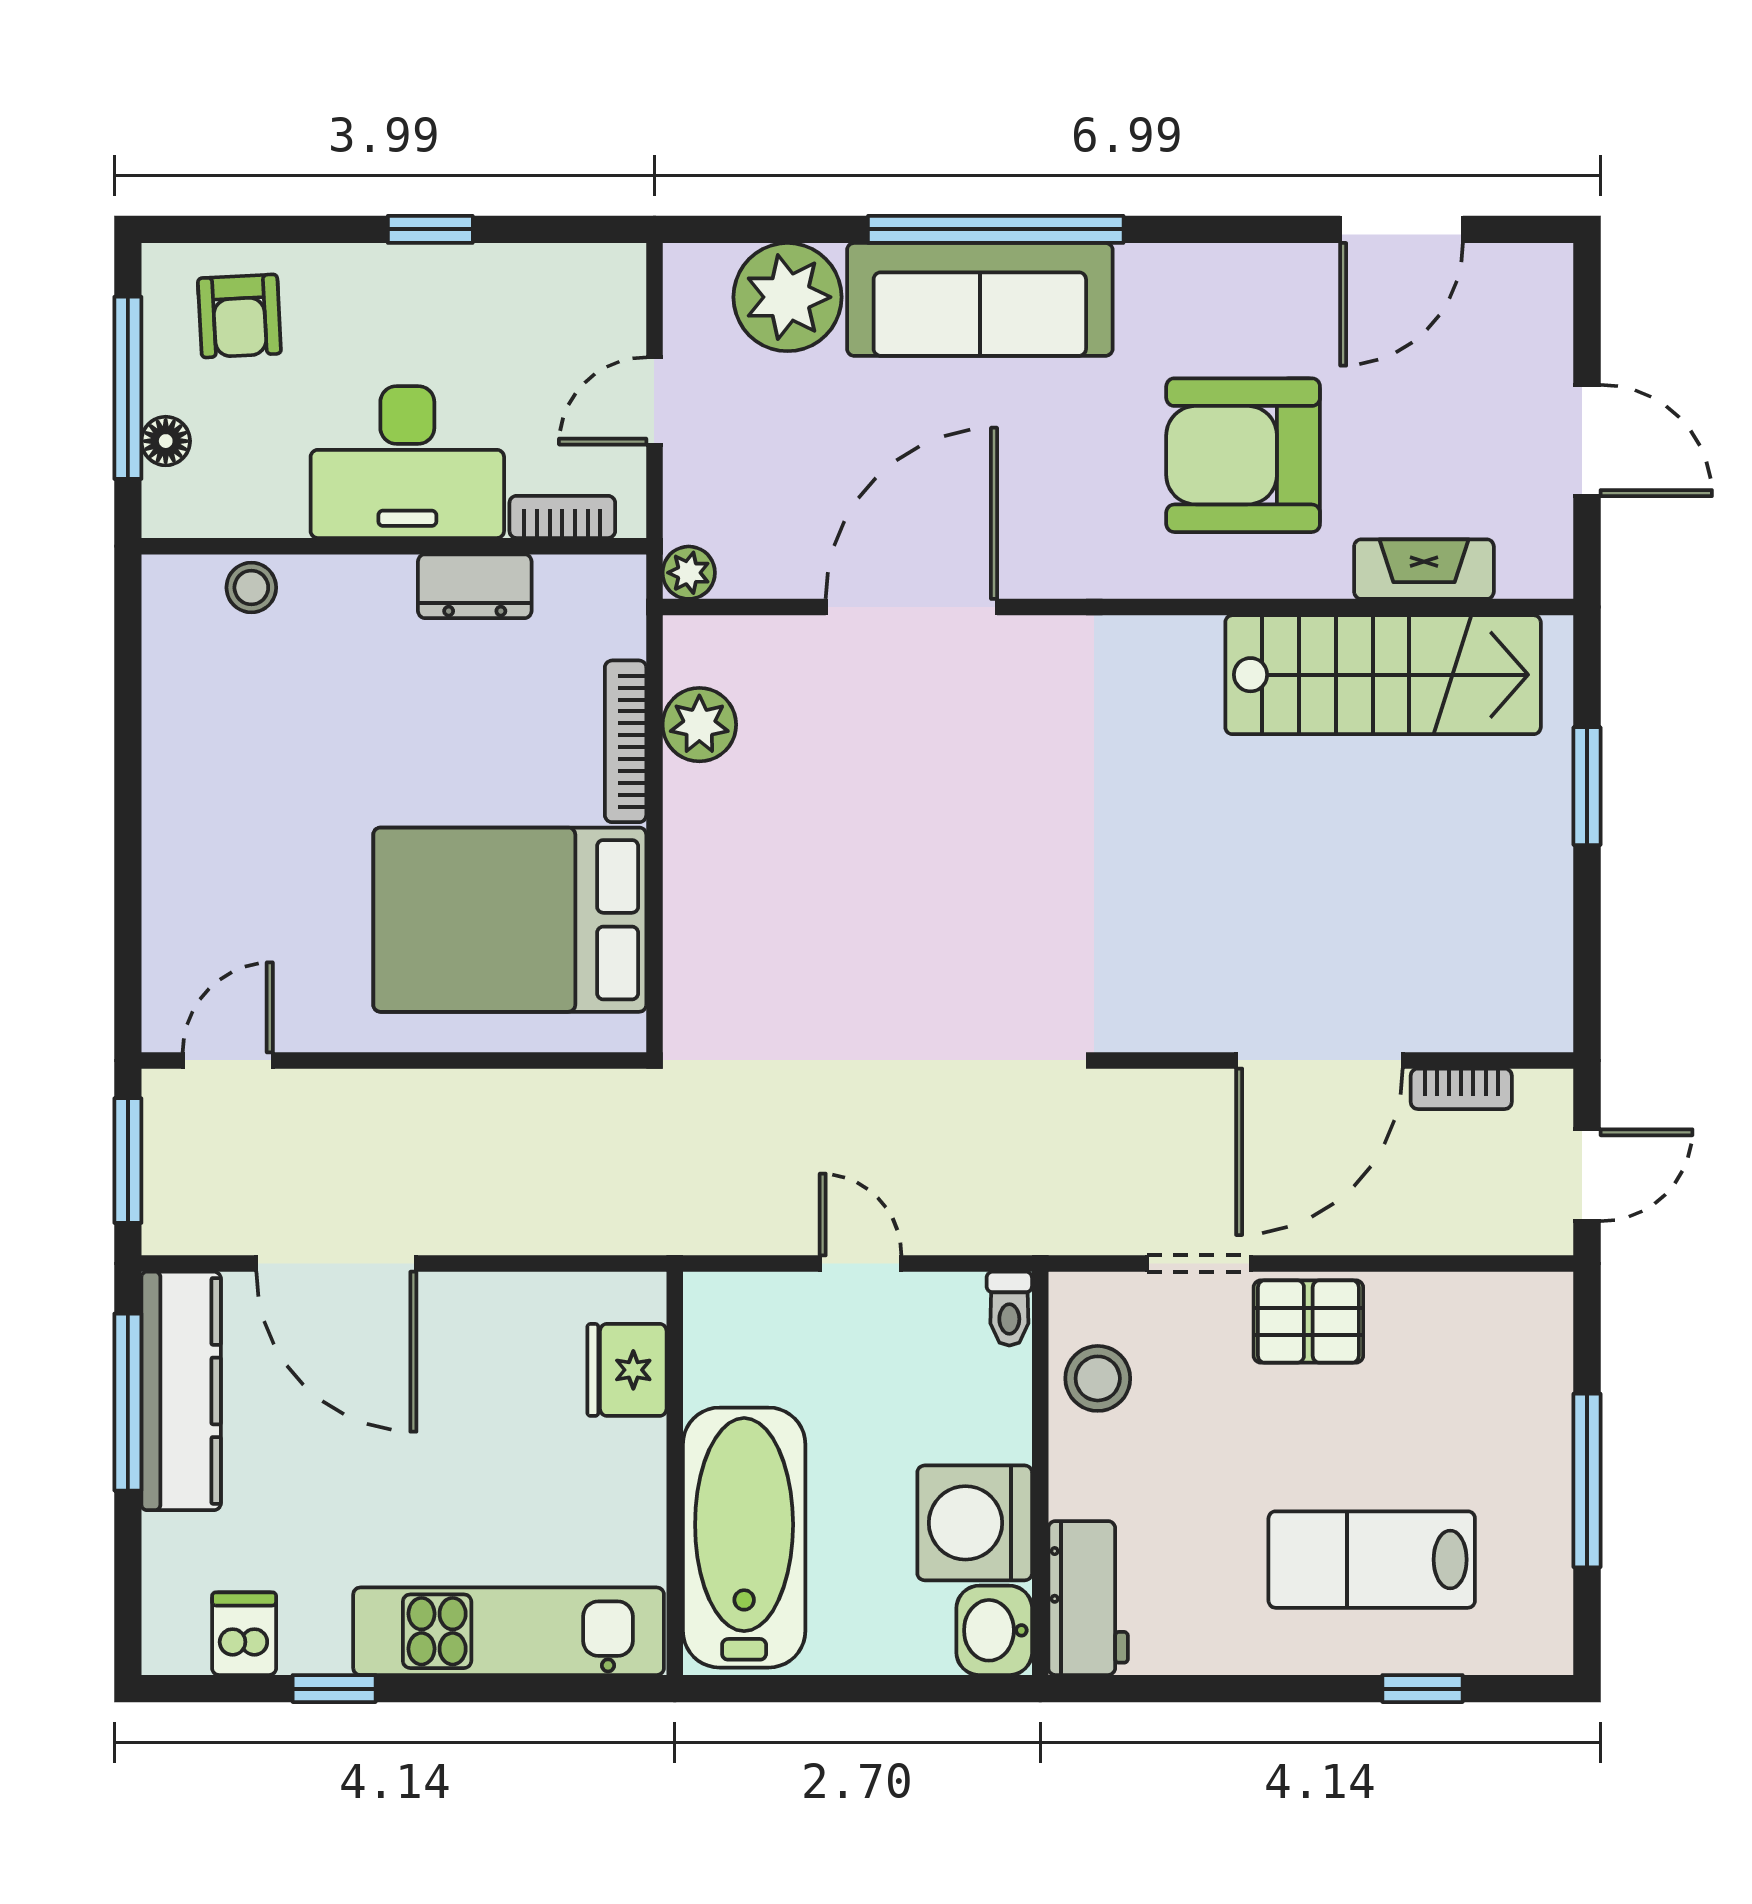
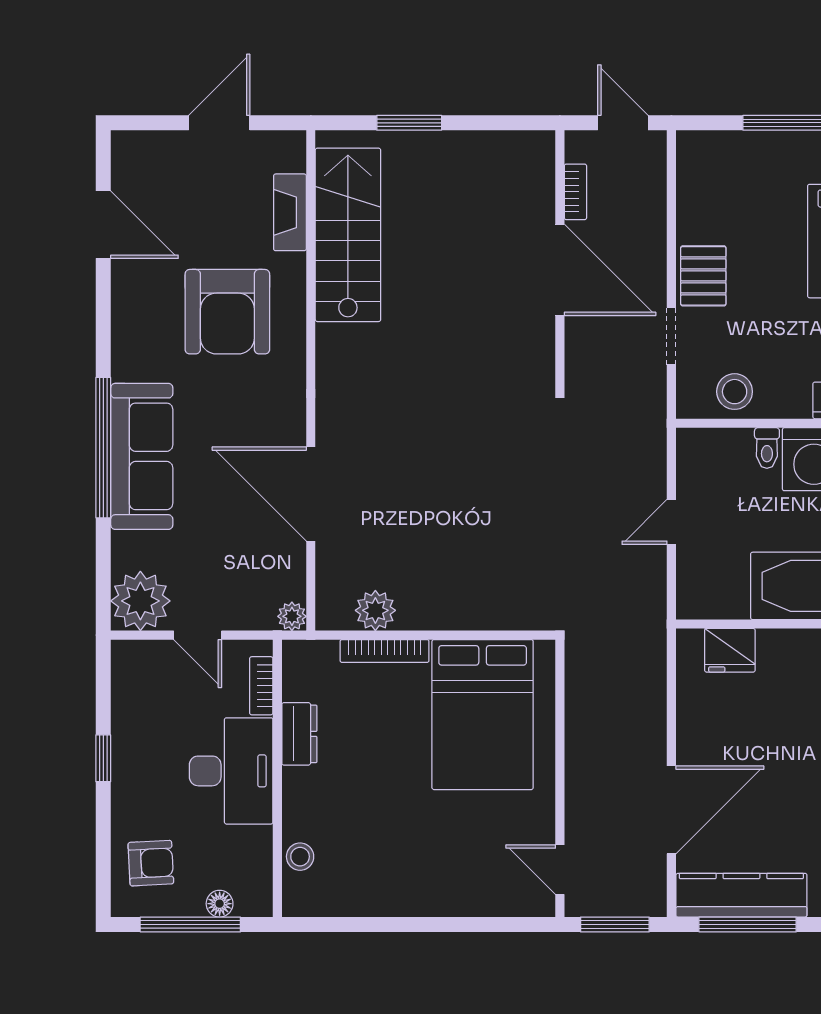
plant: (787, 297) -> (140, 601), moved
toilet: (1009, 1309) -> (767, 448), moved, turned 90

